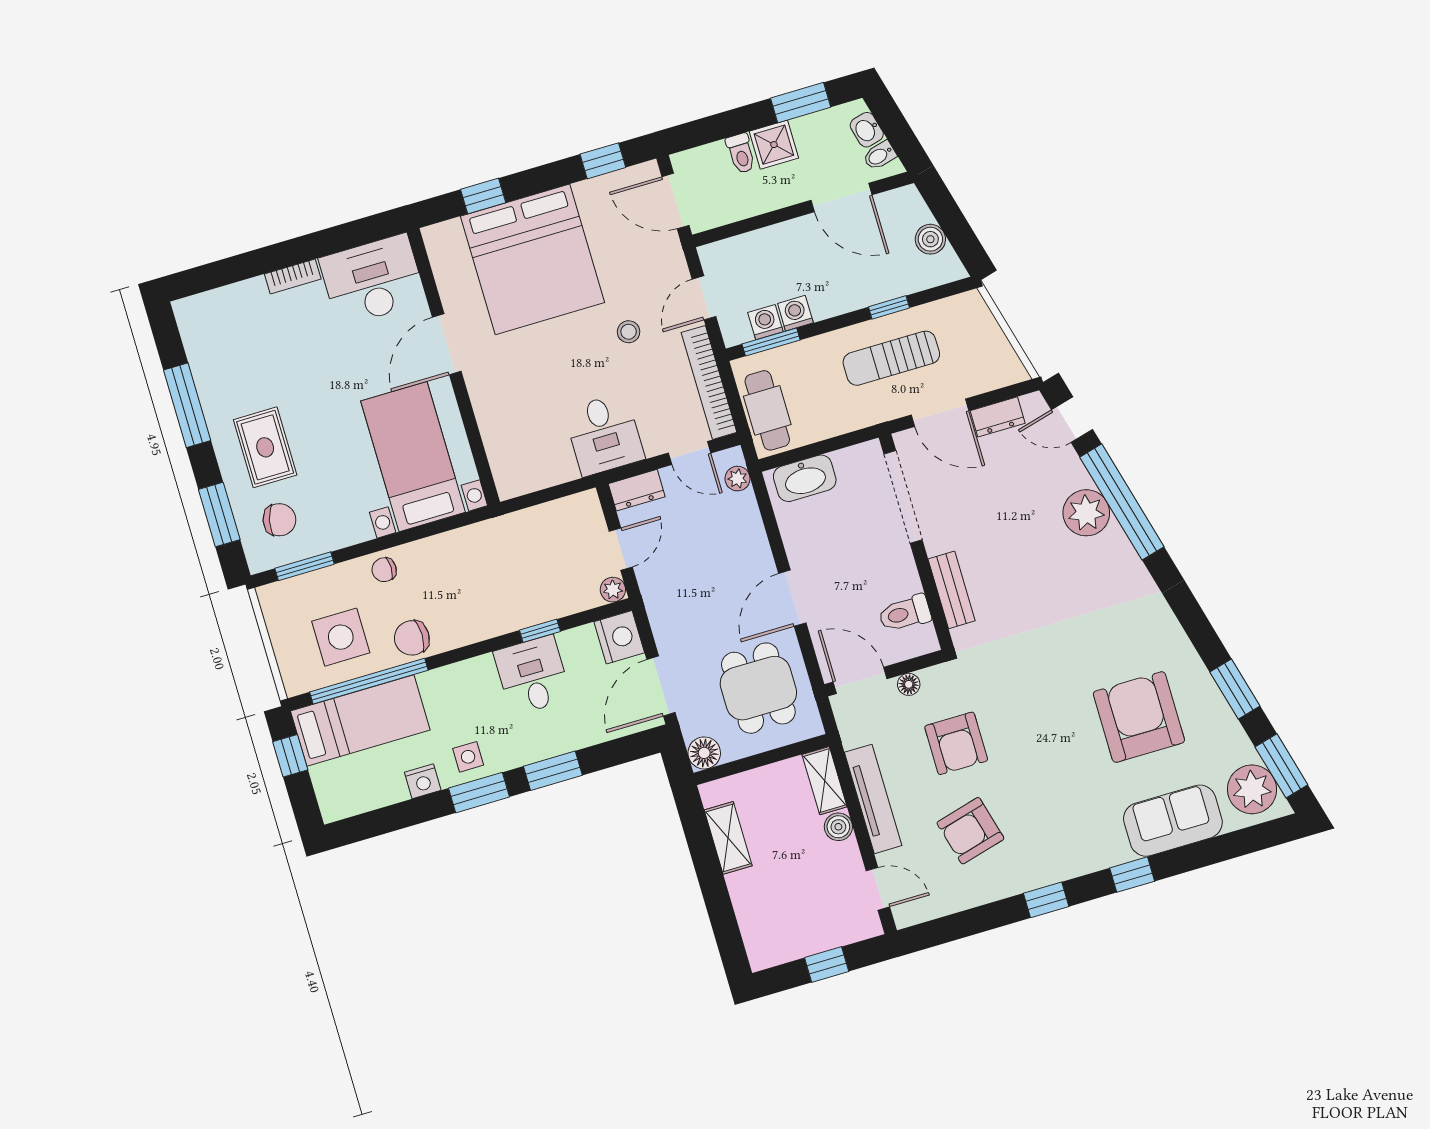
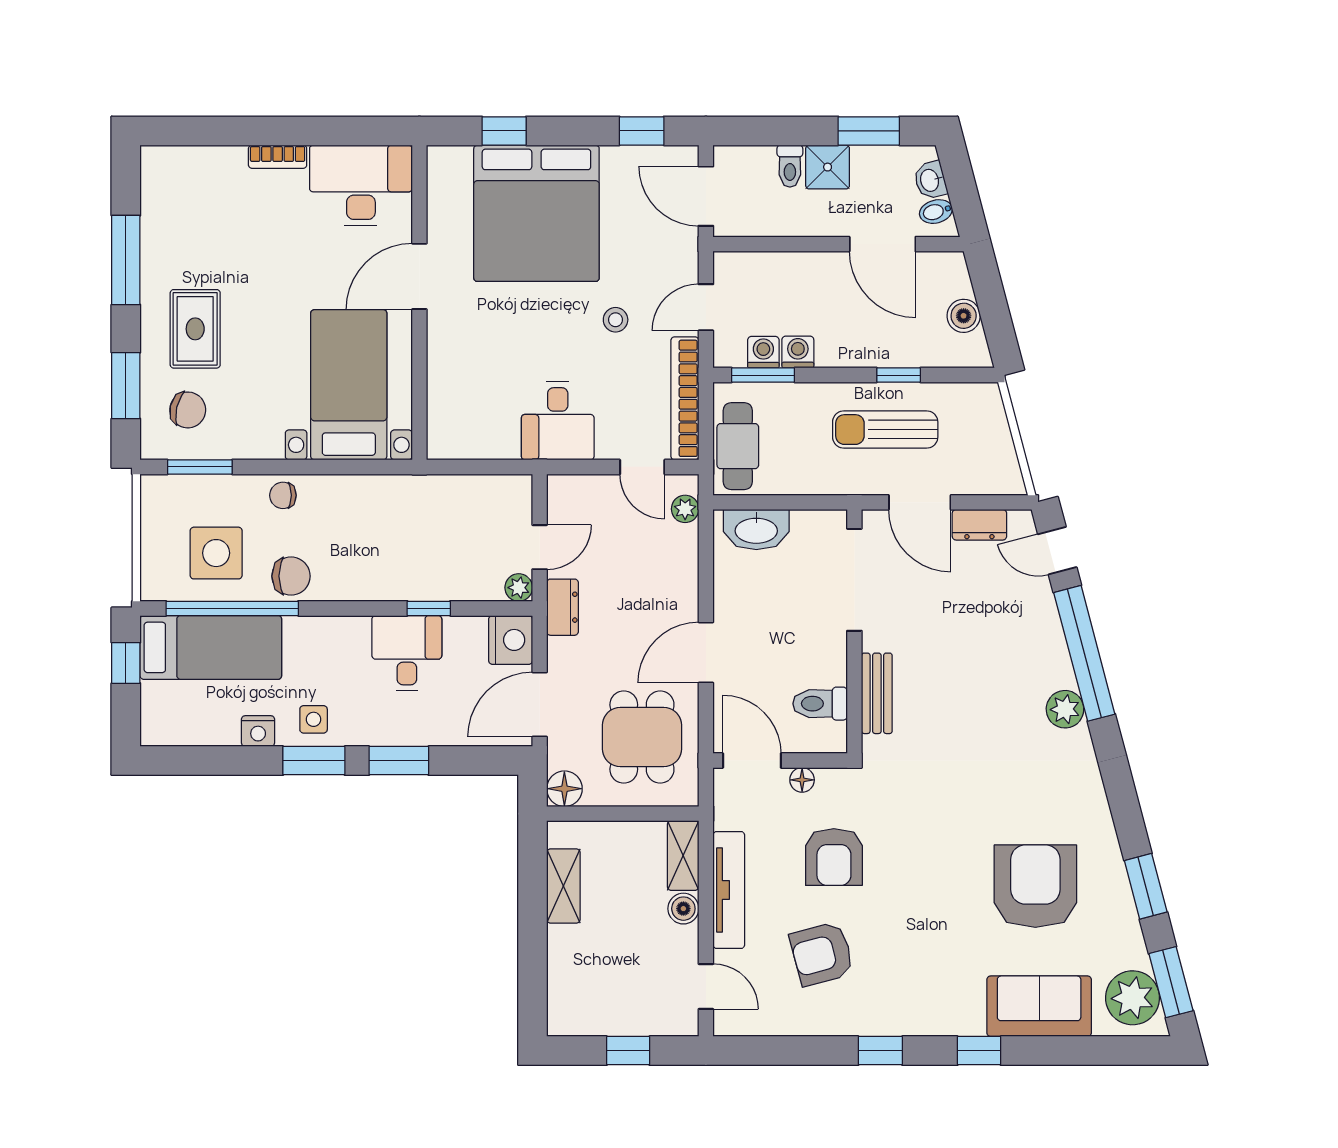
dresser: (637, 490) -> (563, 607), moved, turned -90
plant: (1086, 513) -> (1065, 709), moved, width x0.73, depth x0.73
chair: (412, 638) -> (291, 576), turned 180

